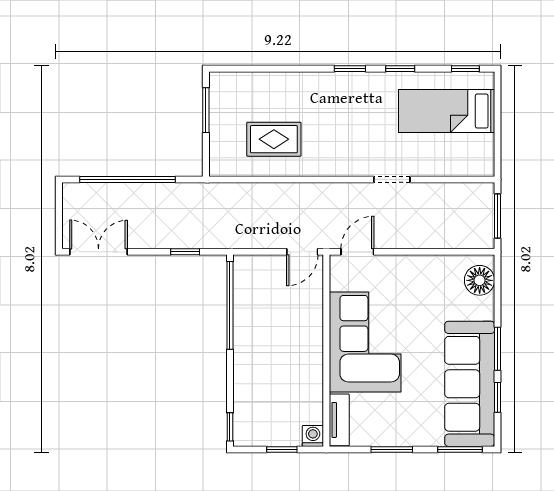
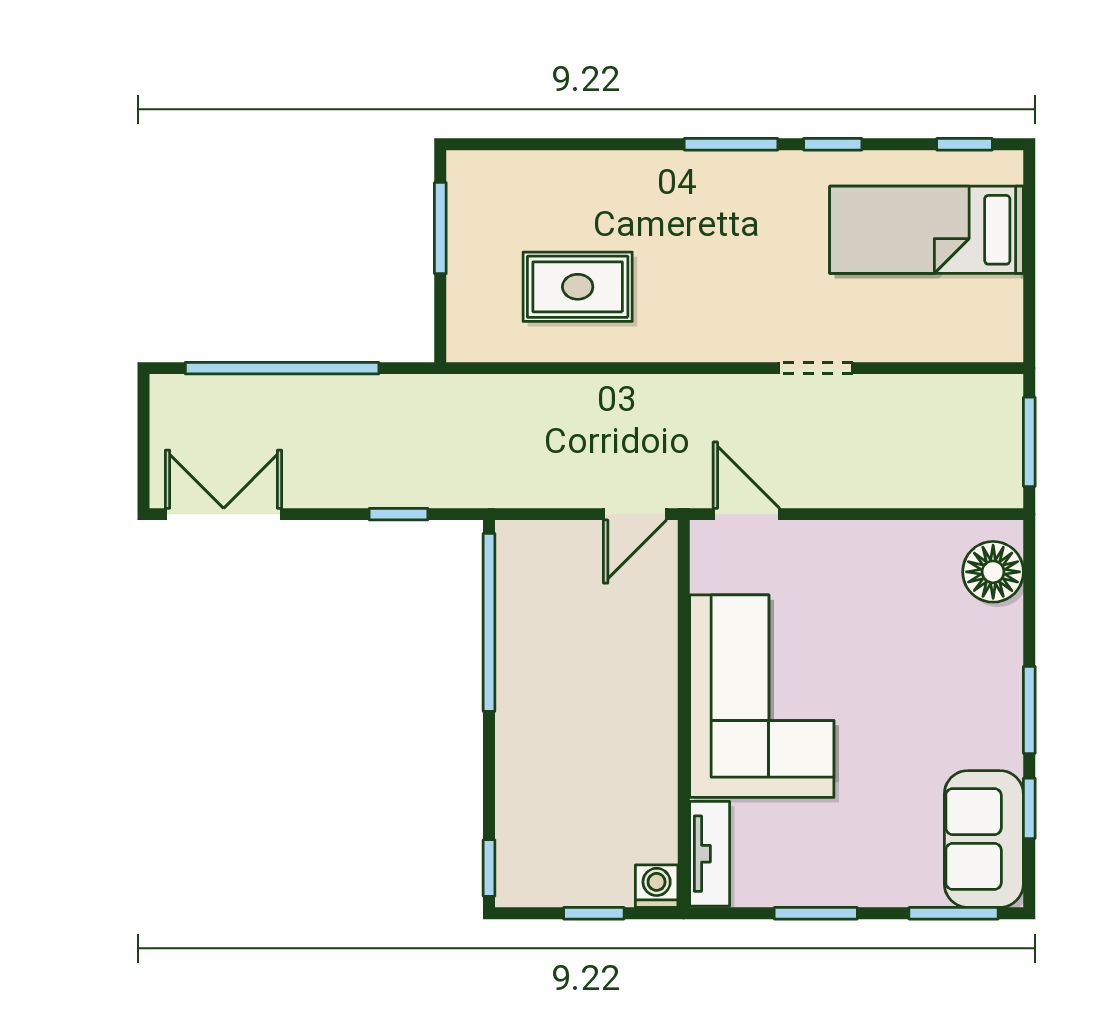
window: (350, 69) -> (731, 144), width x1.50
door: (357, 252) -> (746, 514), hinge flipped
sofa: (470, 384) -> (984, 839), width x0.54, depth x0.79

